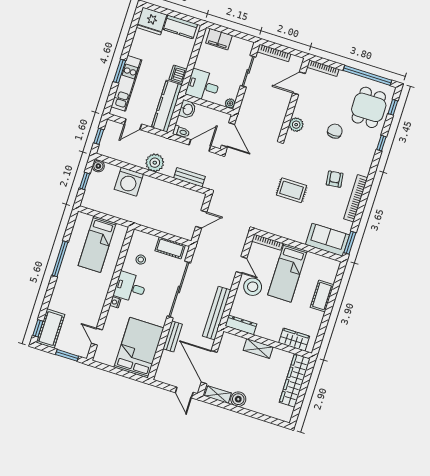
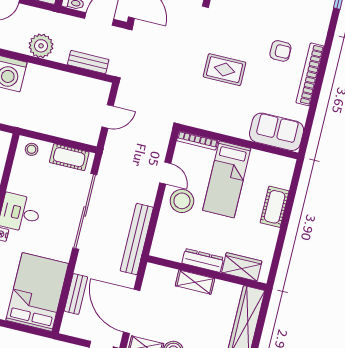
armchair: (335, 179) -> (280, 51), turned 97
window: (350, 243) -> (306, 134), removed
stool: (141, 260) -> (32, 149), moved
dresser: (241, 325) -> (203, 260), moved
bench: (173, 336) -> (76, 294), moved

